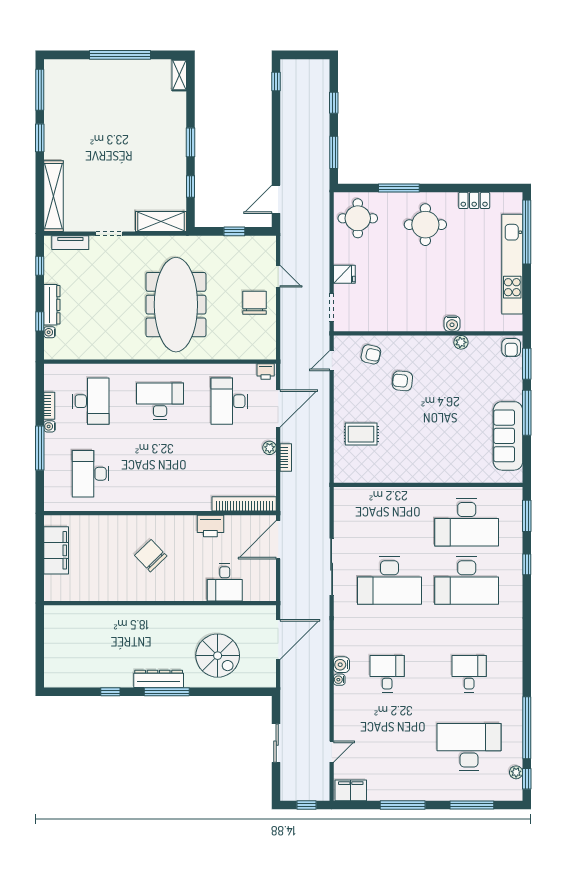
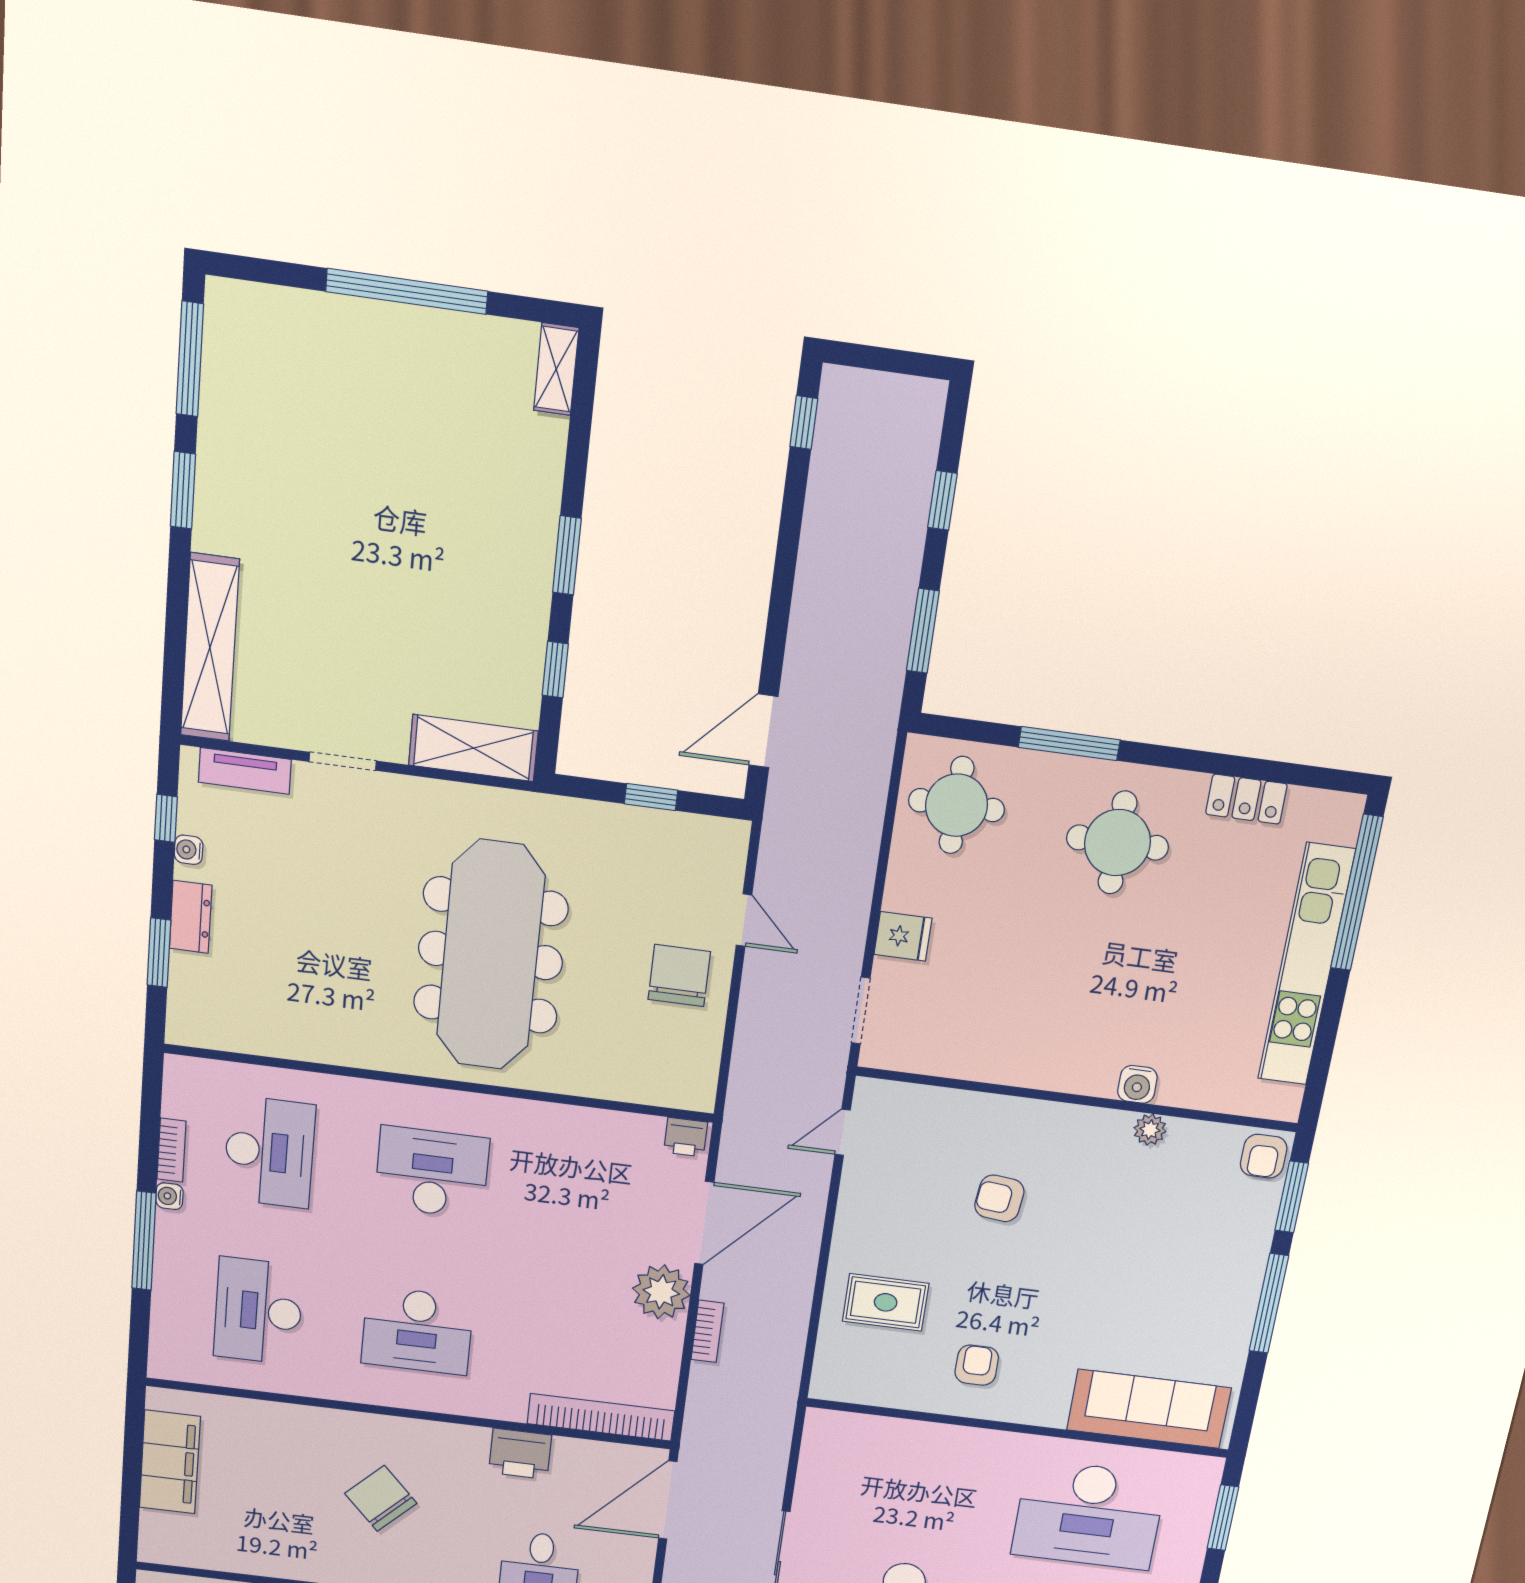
dresser: (52, 305) -> (191, 917), width x0.70
window: (40, 321) -> (159, 953), width x1.50
water cooler: (50, 332) -> (189, 850), moved
armchair: (371, 354) -> (977, 1365), moved, turned -103
desk: (229, 401) -> (417, 1331), moved, turned -90
sofa: (508, 436) -> (1149, 1409), moved, turned 90
plant: (270, 448) -> (661, 1292), width x1.87, depth x1.87

